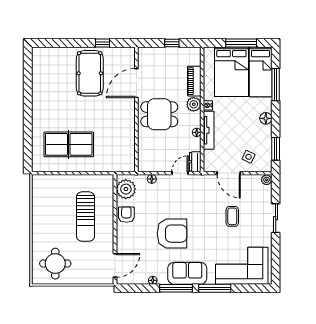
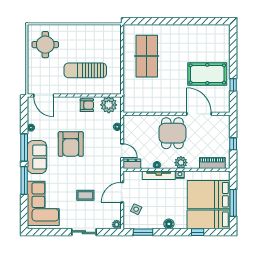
piano: (194, 81) -> (212, 163), moved
window: (276, 85) -> (198, 232), width x0.46

